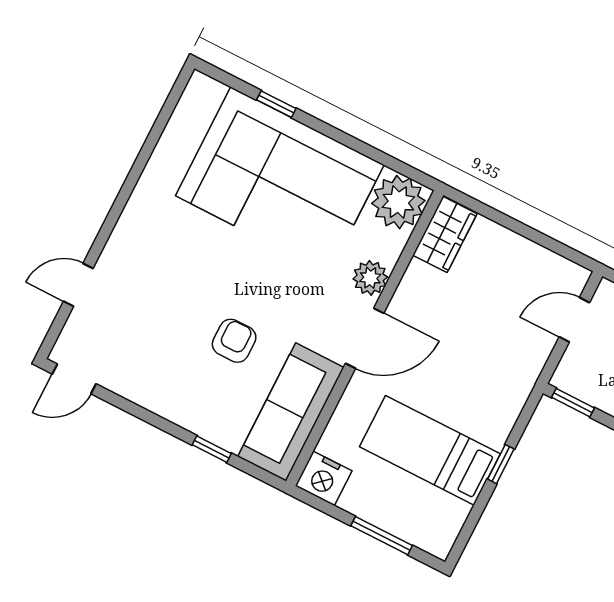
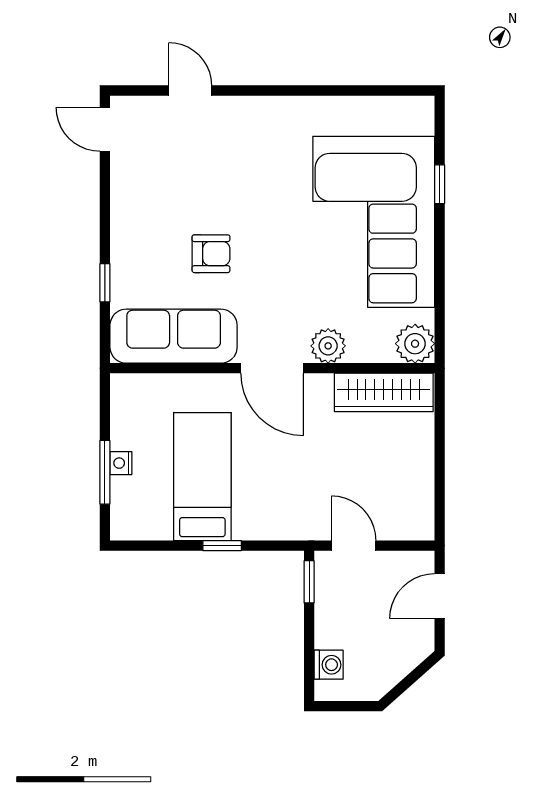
plant: (398, 202) -> (415, 344), width x0.73, depth x0.73
wardrobe: (445, 234) -> (384, 392), width x1.50
door: (574, 320) -> (354, 546), moved
nightstand: (324, 478) -> (121, 463), moved, width x0.53, depth x0.56

